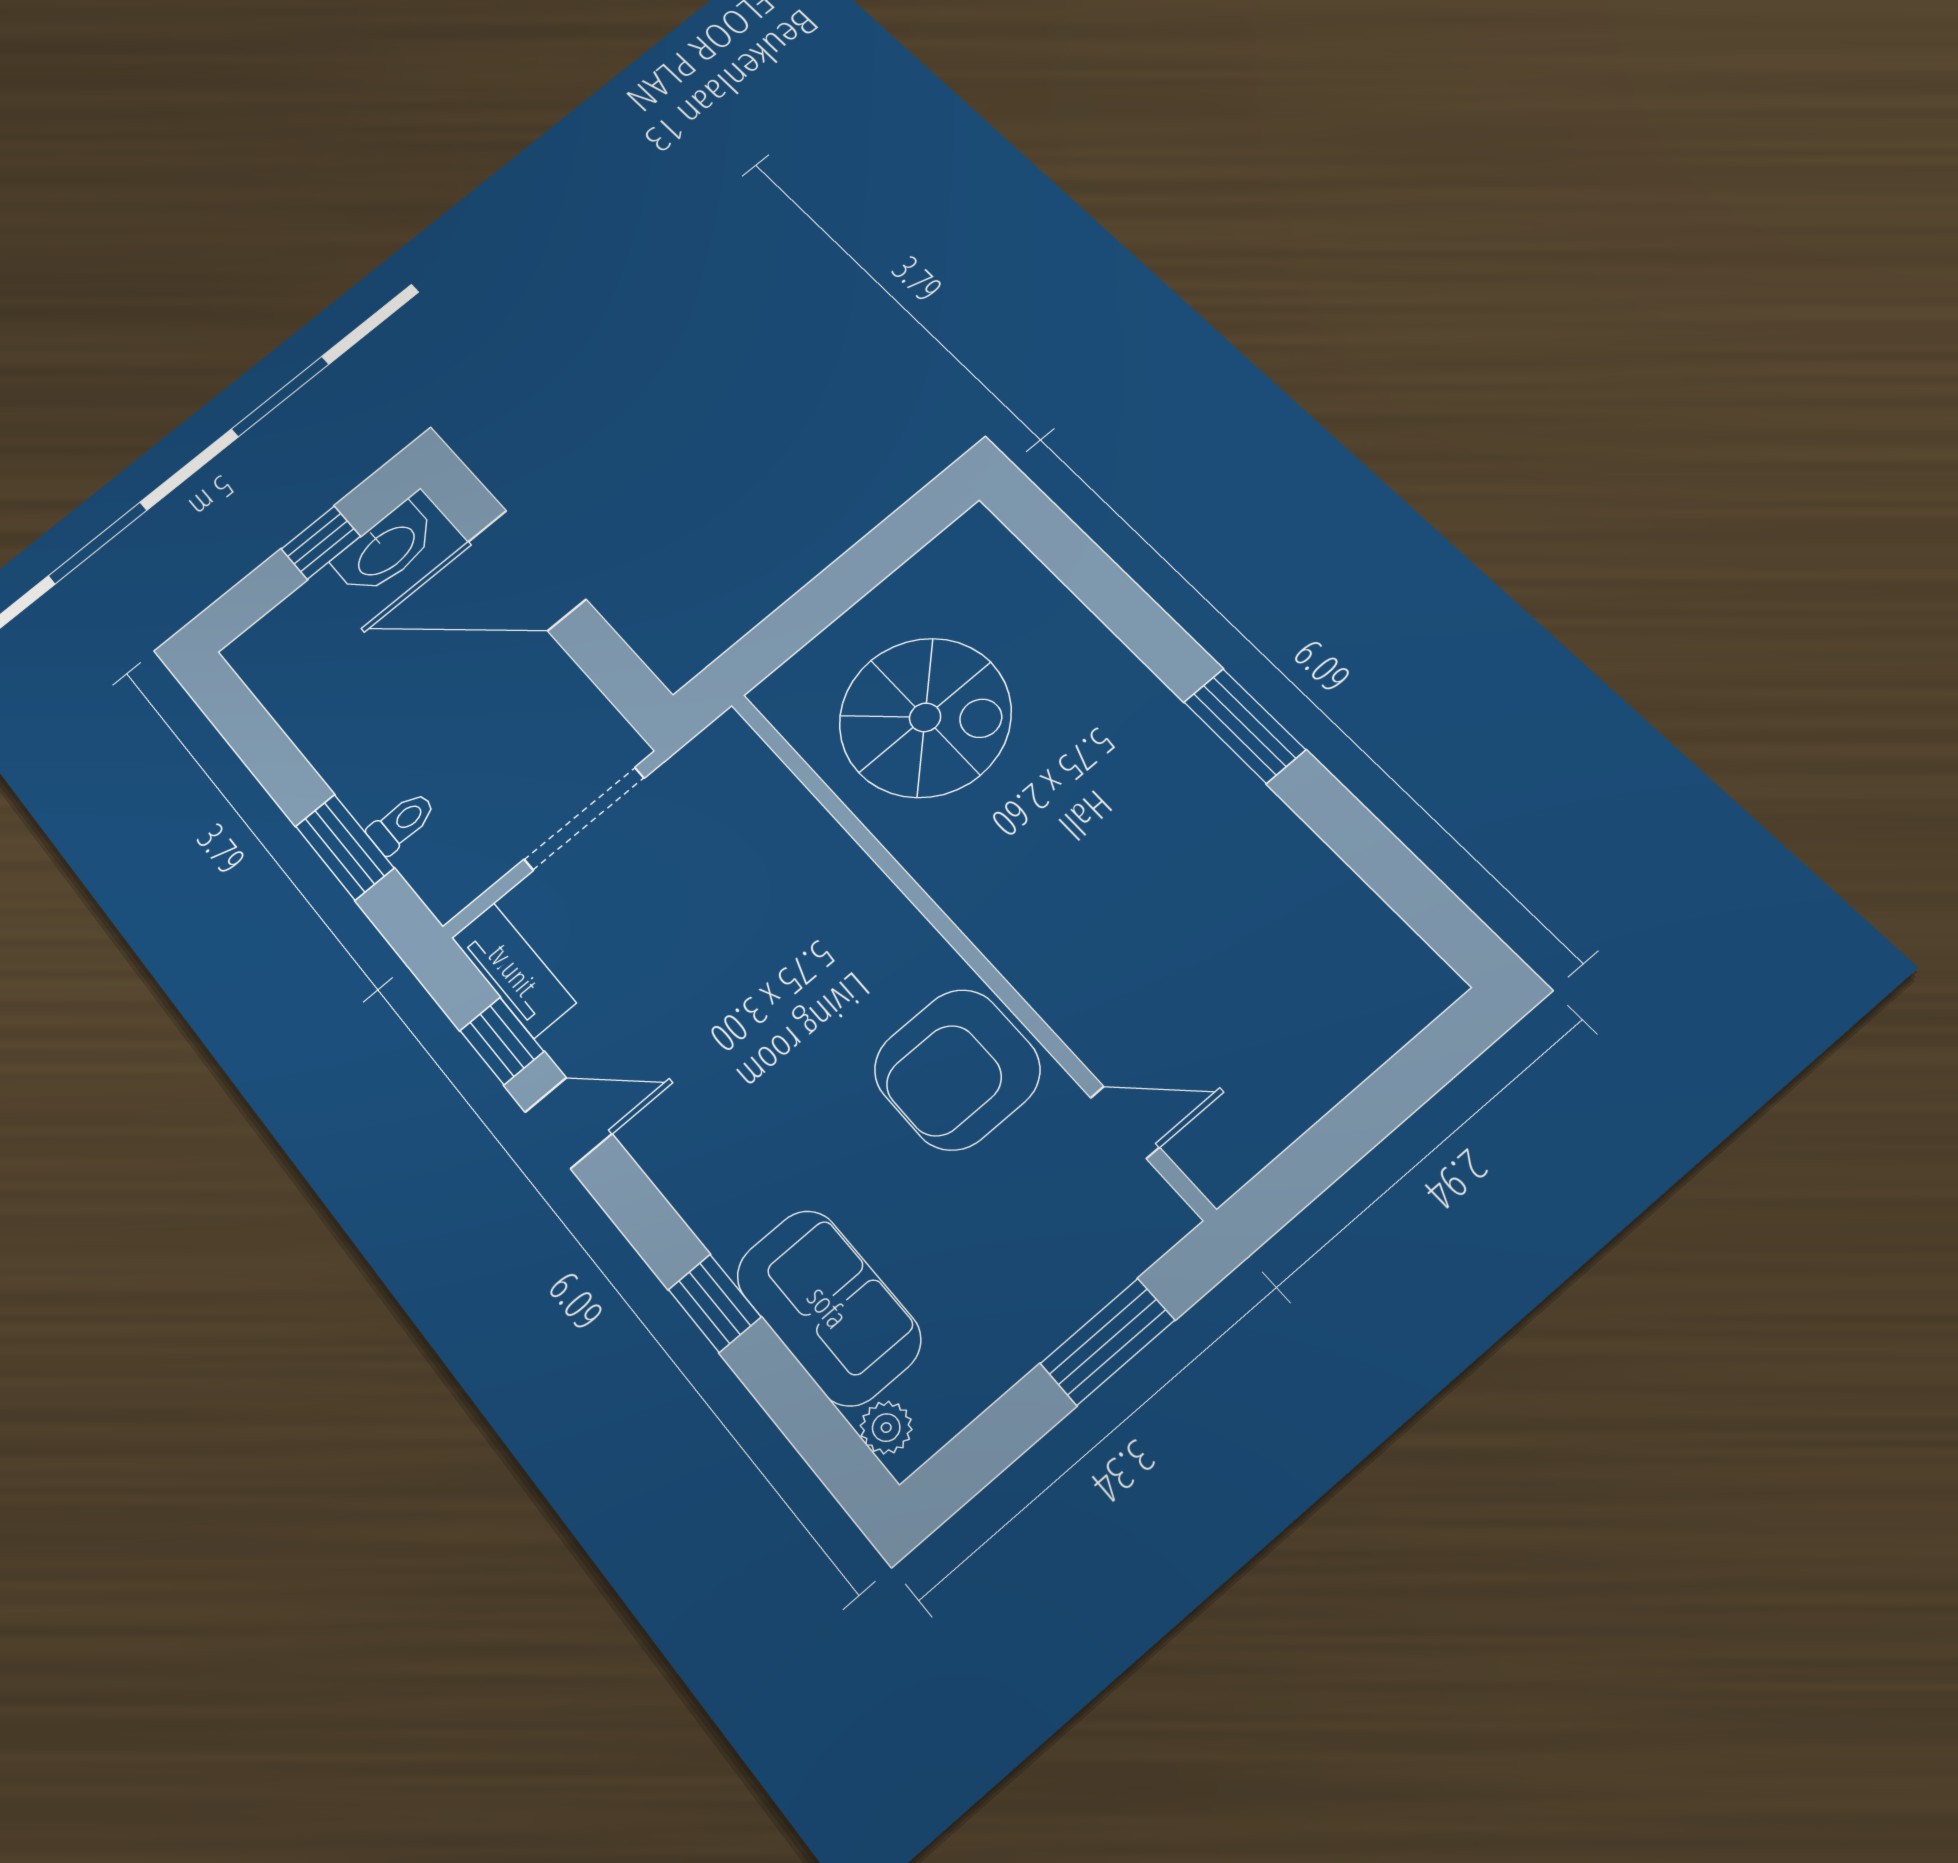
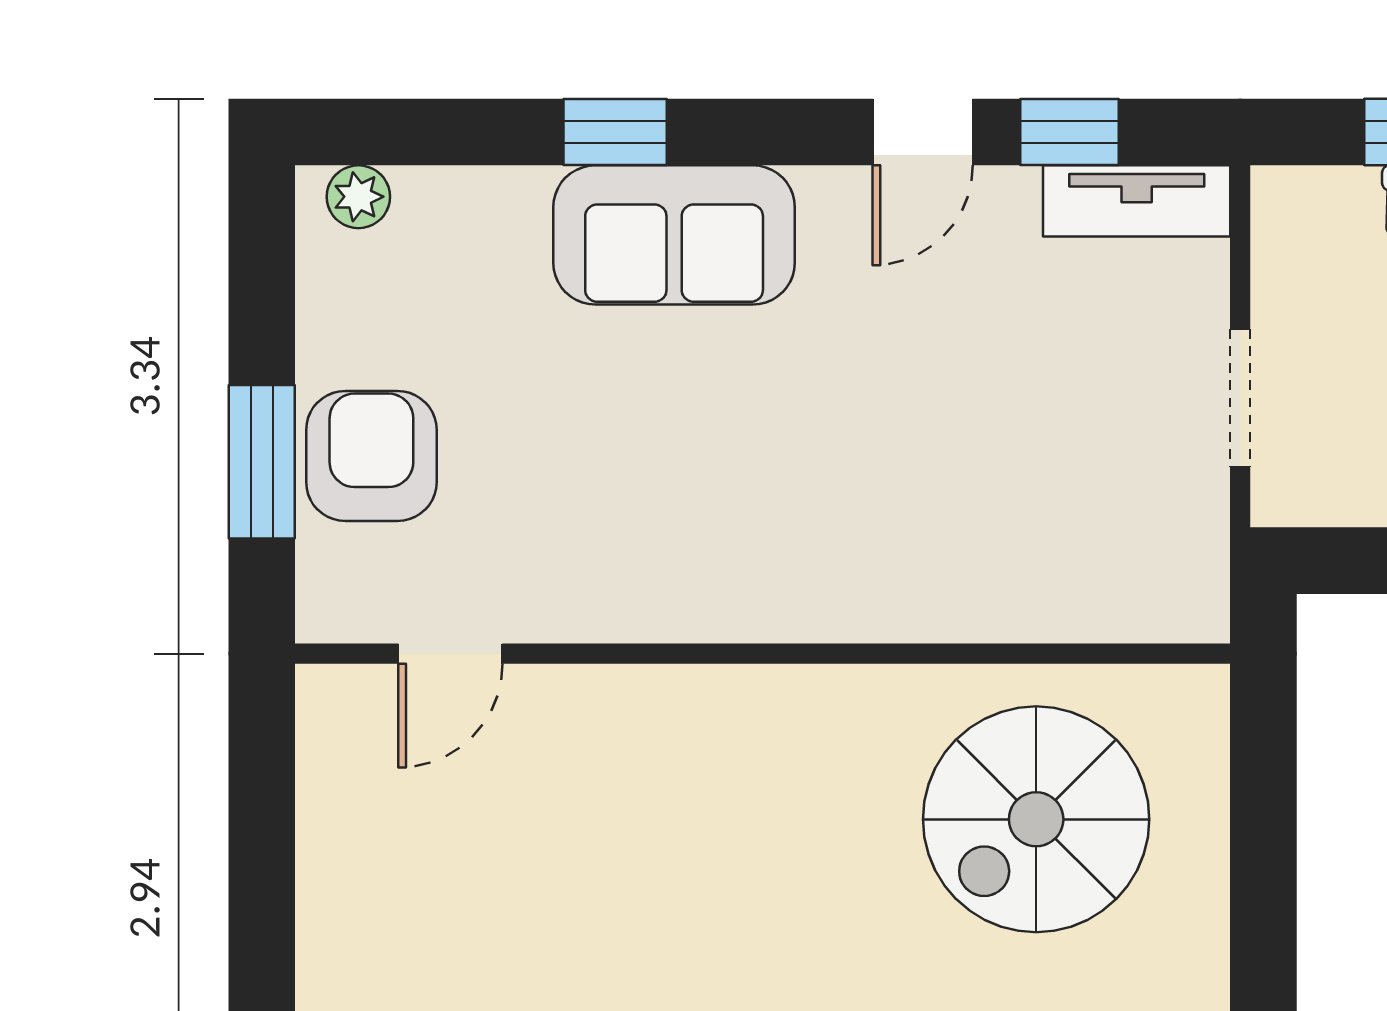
doorway: (584, 819) -> (1240, 398), width x0.73
armchair: (957, 1069) -> (371, 456), moved, width x0.73, depth x0.73
sofa: (828, 1307) -> (674, 235), moved

